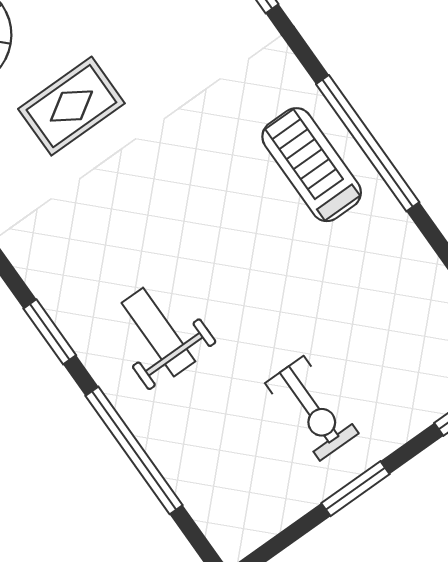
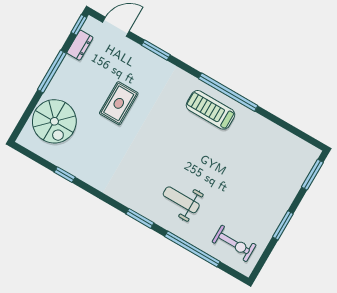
rug: (71, 106) -> (119, 103), moved
exercise bike: (312, 408) -> (234, 243), moved

